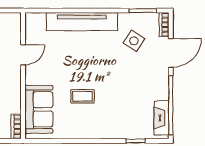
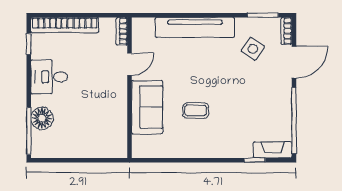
sofa: (39, 109) -> (147, 107), moved
fireplace: (162, 118) -> (273, 150), moved, turned 90
bookcase: (16, 126) -> (122, 31), moved

